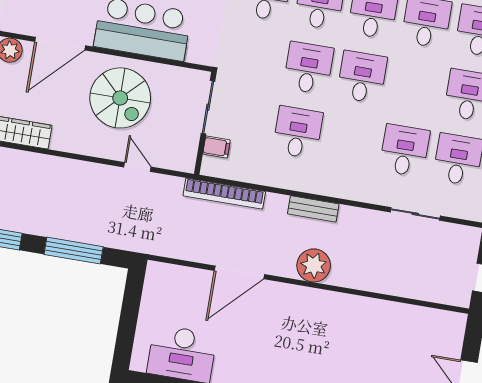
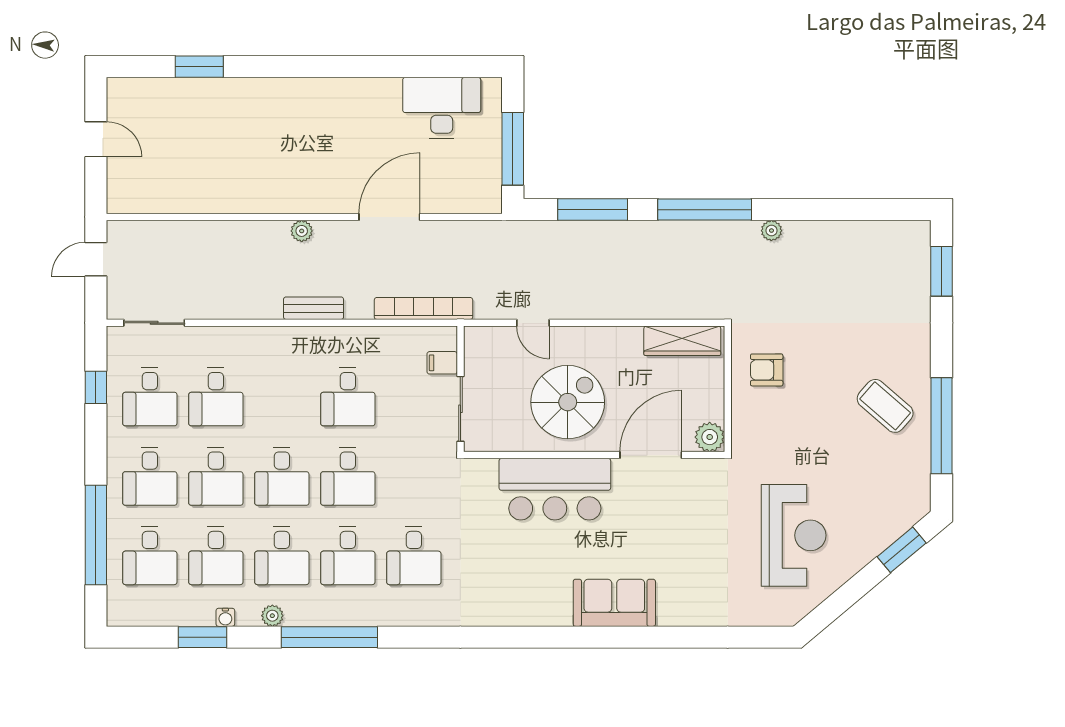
desk: (415, 86) -> (216, 476), added
spiral stairs: (120, 98) -> (568, 402), turned 90
sliding door: (415, 214) -> (154, 323), moved
plant: (314, 265) -> (302, 231), width x0.53, depth x0.53
window: (130, 311) -> (513, 149), added

